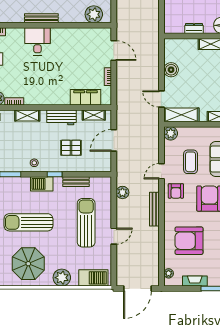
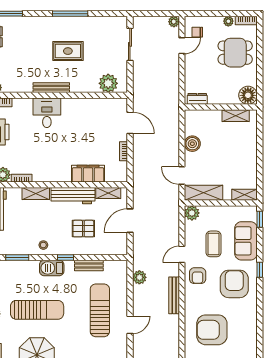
dresser: (194, 29) -> (197, 99), moved
filing cabinet: (85, 97) -> (88, 174), moved
workbench: (61, 117) -> (73, 196), width x1.38
sun lounger: (28, 222) -> (37, 310), turned 180

